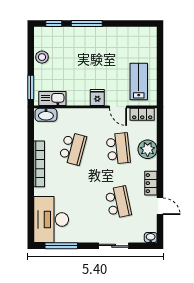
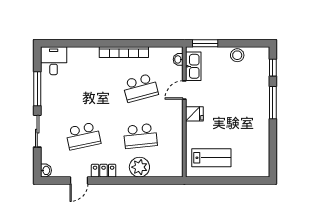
door: (118, 107) -> (184, 90), moved
locker: (142, 114) -> (177, 162), removed
washbasin: (46, 115) -> (178, 59), width x0.52, depth x0.69
school desk: (73, 148) -> (140, 88), turned -30
desk: (51, 220) -> (54, 61), width x0.53, depth x0.77
window: (61, 246) -> (37, 89), moved

